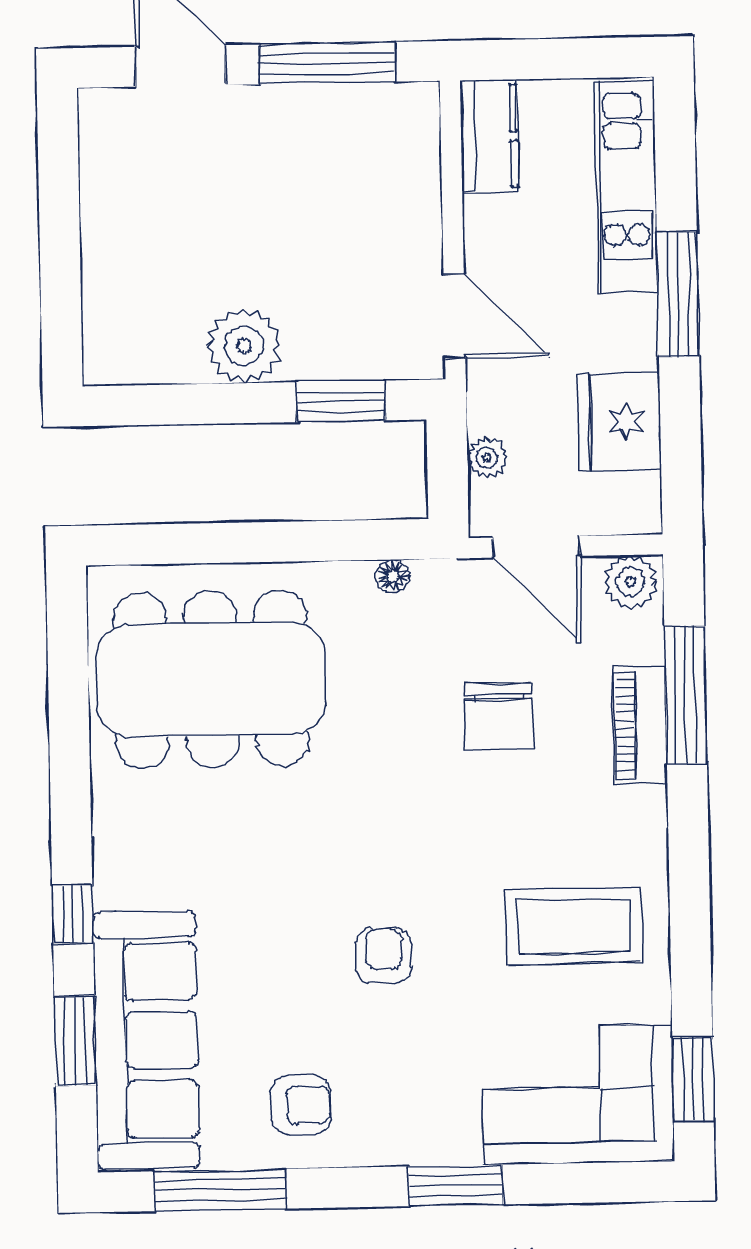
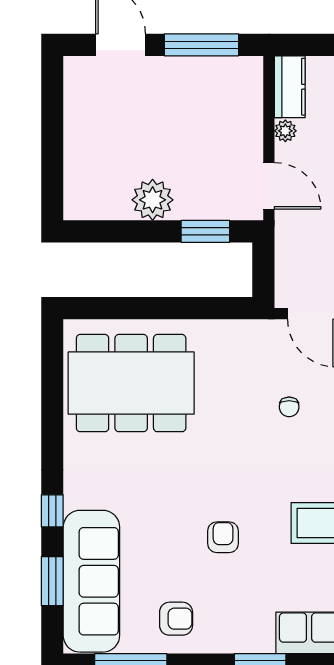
plant: (487, 458) -> (285, 131), moved
floor lamp: (393, 576) -> (232, 328), removed
chair: (499, 717) -> (289, 407), width x0.54, depth x0.54

